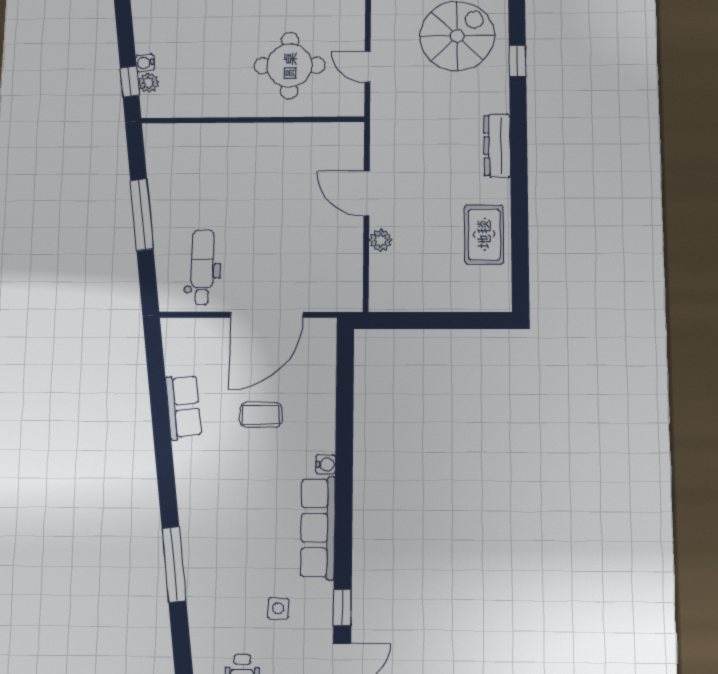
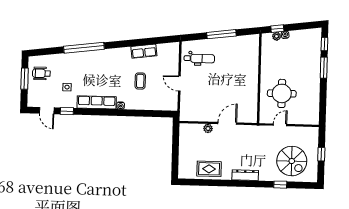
door: (267, 315) -> (179, 84), width x0.53
window: (174, 564) -> (84, 48), width x1.46

